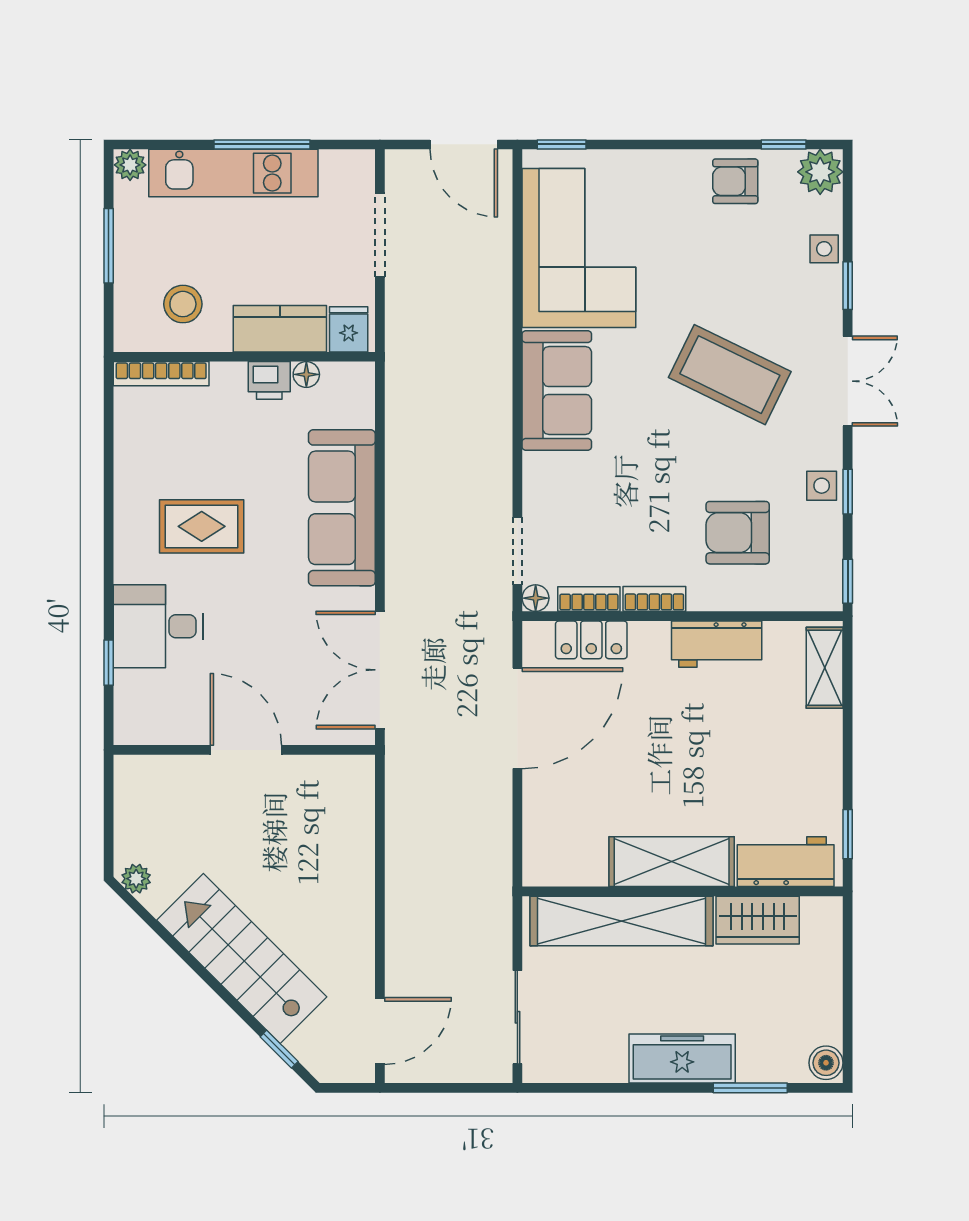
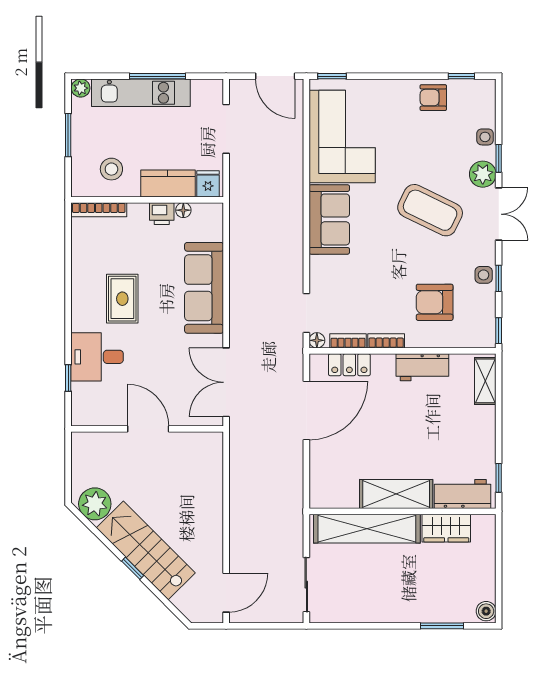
plant: (820, 172) -> (483, 174), moved
rug: (202, 526) -> (122, 299), turned 90
plant: (136, 879) -> (95, 504), width x1.88, depth x1.88
window: (279, 1049) -> (133, 568), moved
freezer: (682, 1059) -> (402, 609), removed

